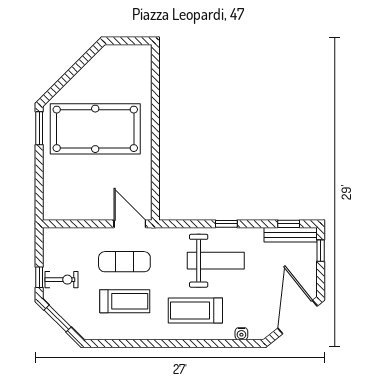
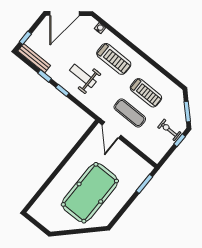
window: (39, 128) -> (144, 184), moved
pool table: (95, 129) -> (90, 193), turned 90
window: (289, 224) -> (45, 76), moved
weight bench: (216, 261) -> (83, 76), width x0.73, depth x0.75
treadmill: (125, 301) -> (146, 93), turned 180

